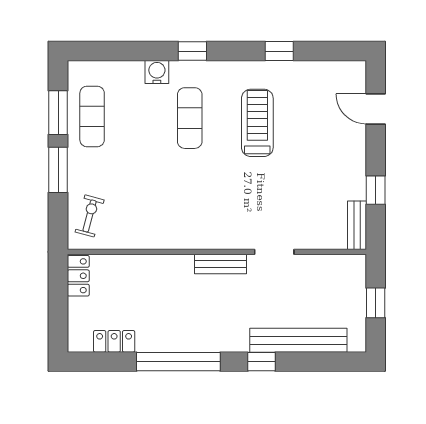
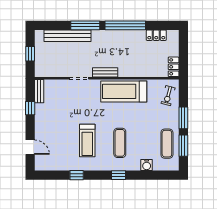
water cooler: (157, 72) -> (147, 165), moved
treadmill: (182, 225) -> (124, 91), added
window: (261, 362) -> (85, 25), width x2.17

